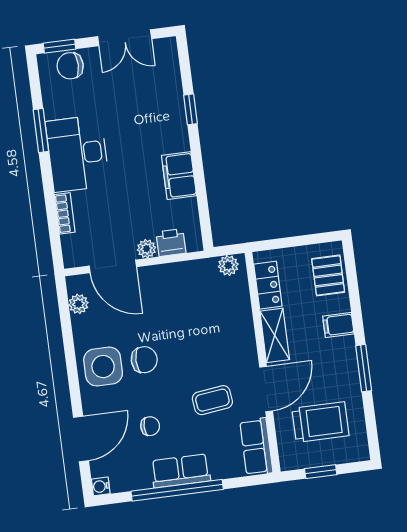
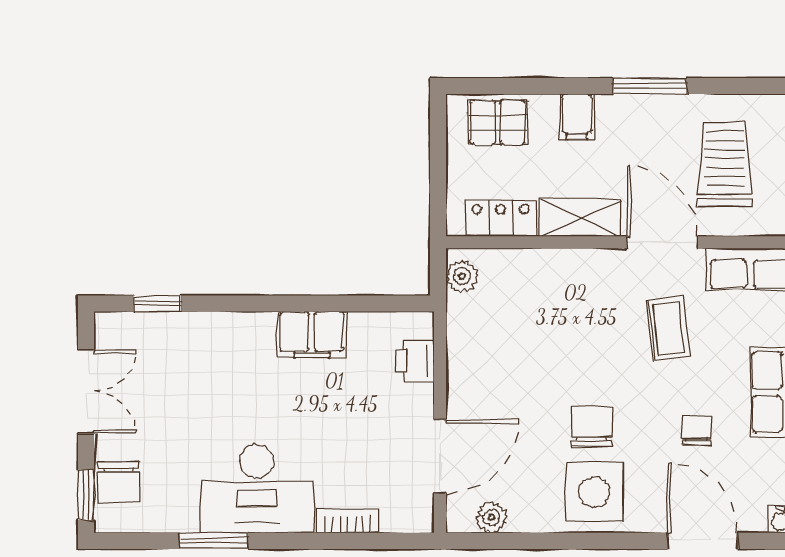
window: (190, 109) -> (157, 304), moved
plant: (147, 249) -> (419, 400), removed

